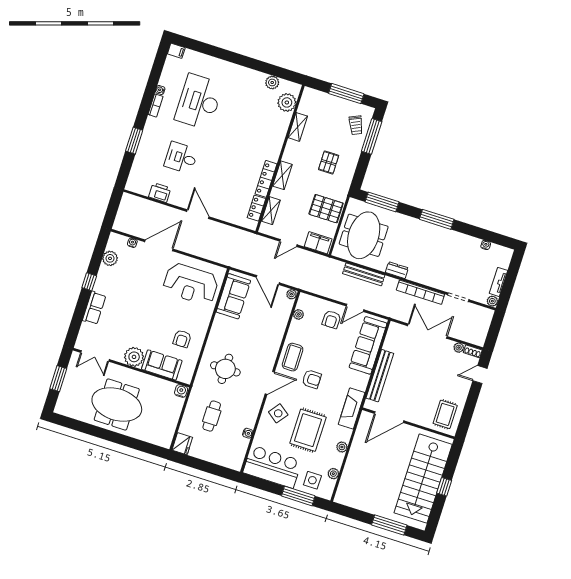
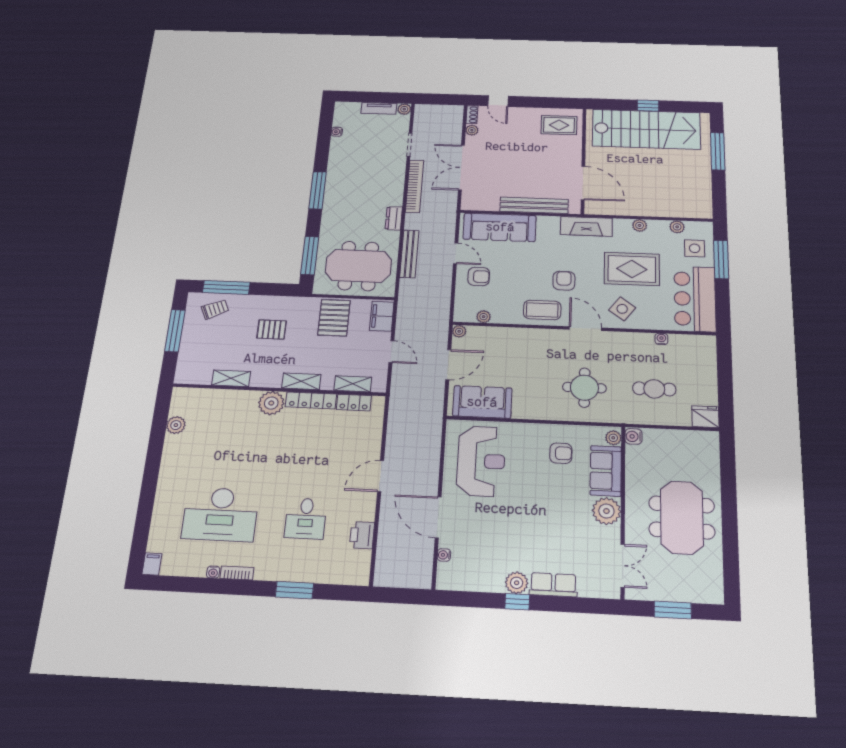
plant: (287, 102) -> (271, 403), moved
plant: (110, 258) -> (517, 583), moved
plant: (184, 377) -> (613, 438), added

